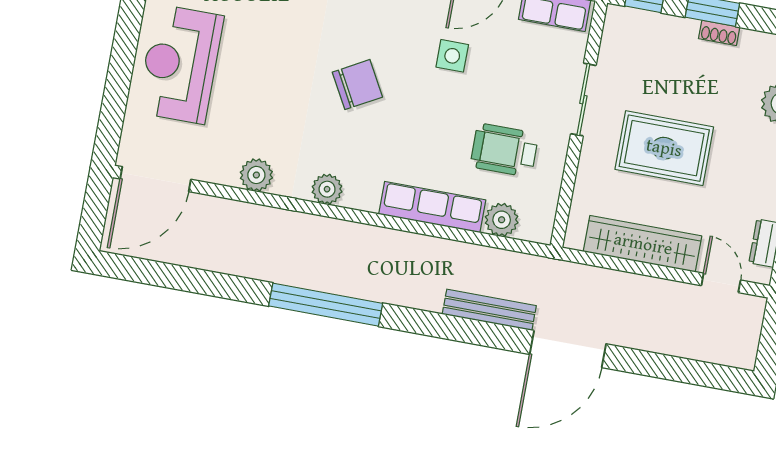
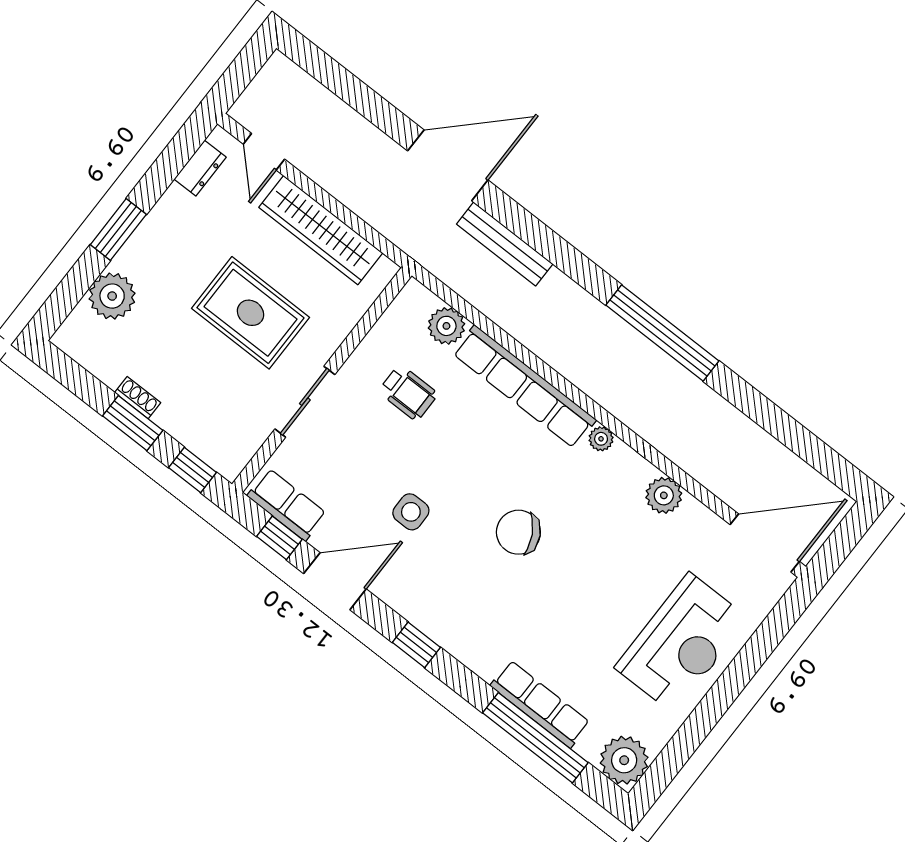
wheelchair: (504, 150) -> (408, 393), width x0.73, depth x0.73
plant: (327, 189) -> (601, 439), width x0.73, depth x0.73
row of seats: (432, 207) -> (524, 387), width x1.36

